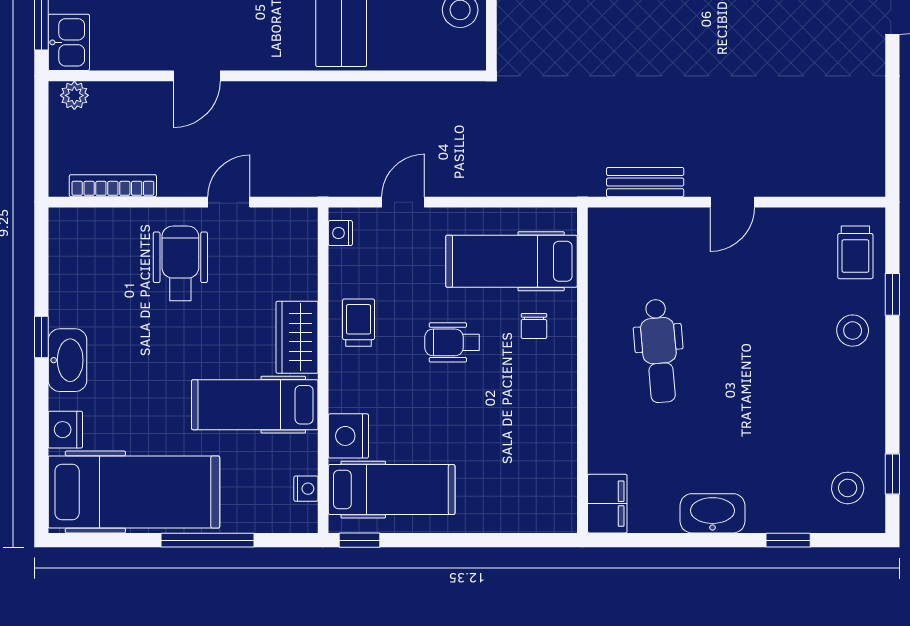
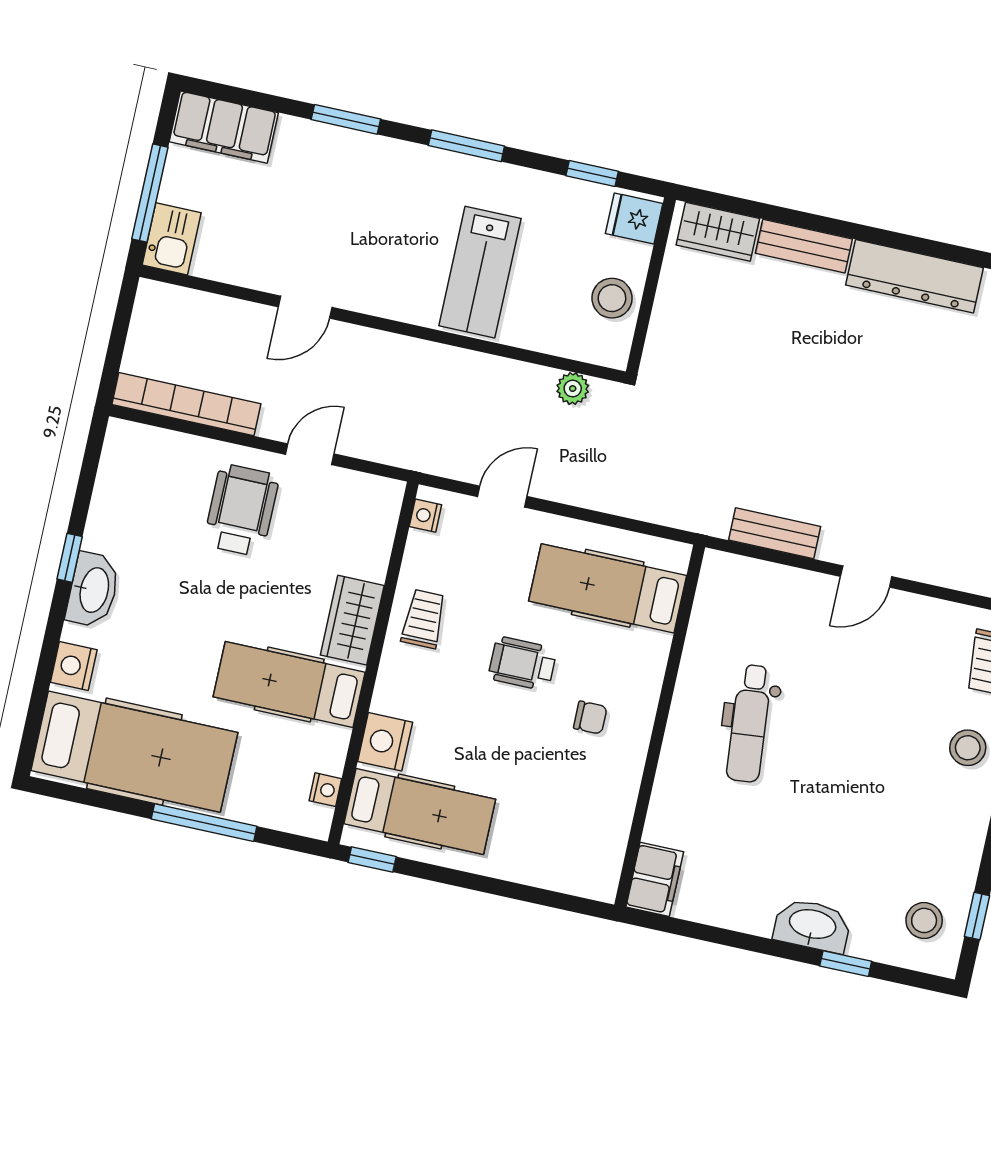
plant: (74, 95) -> (573, 389), moved
bookcase: (113, 186) -> (186, 404), width x1.48, depth x1.31
chair: (534, 326) -> (590, 718), moved, turned -90
washbasin: (713, 513) -> (812, 925), moved

